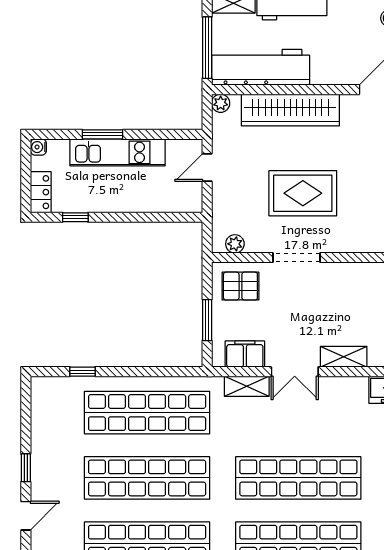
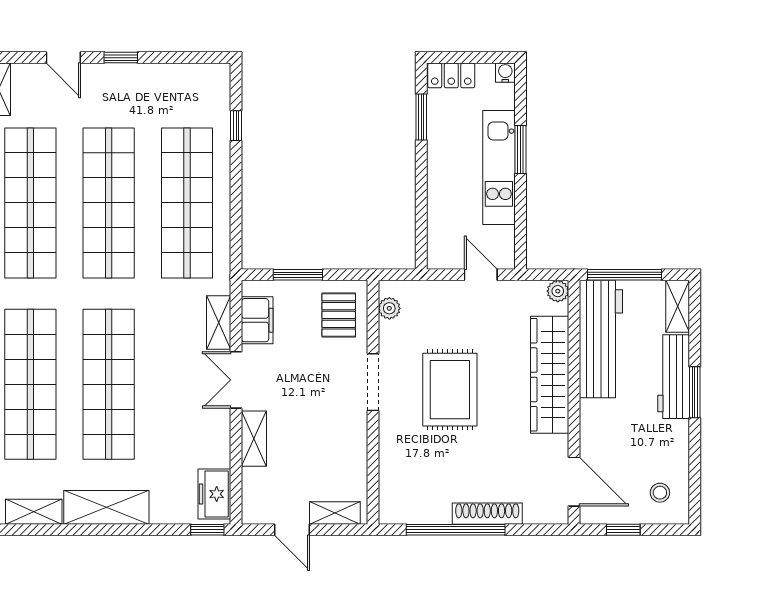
window: (75, 217) -> (421, 117), width x1.50

